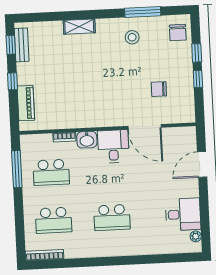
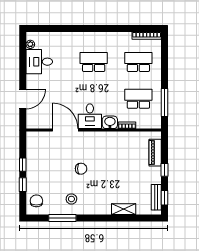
shelving: (79, 27) -> (124, 209), moved
chair: (159, 89) -> (81, 169), moved

